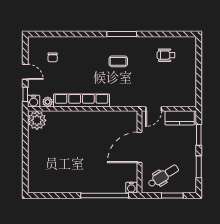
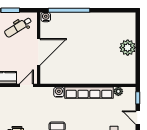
water cooler: (34, 101) -> (59, 92), moved
plant: (37, 120) -> (128, 48), moved

